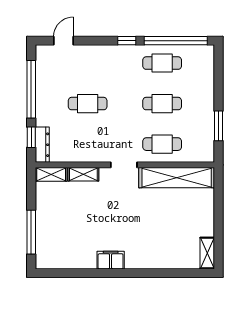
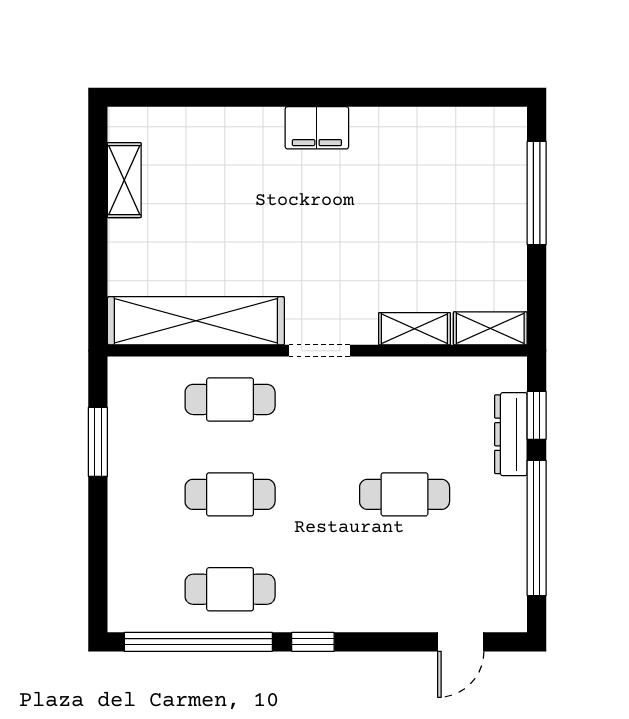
dresser: (42, 145) -> (511, 434), moved
shelving: (207, 253) -> (124, 180), moved
filing cabinet: (111, 260) -> (317, 128), moved

